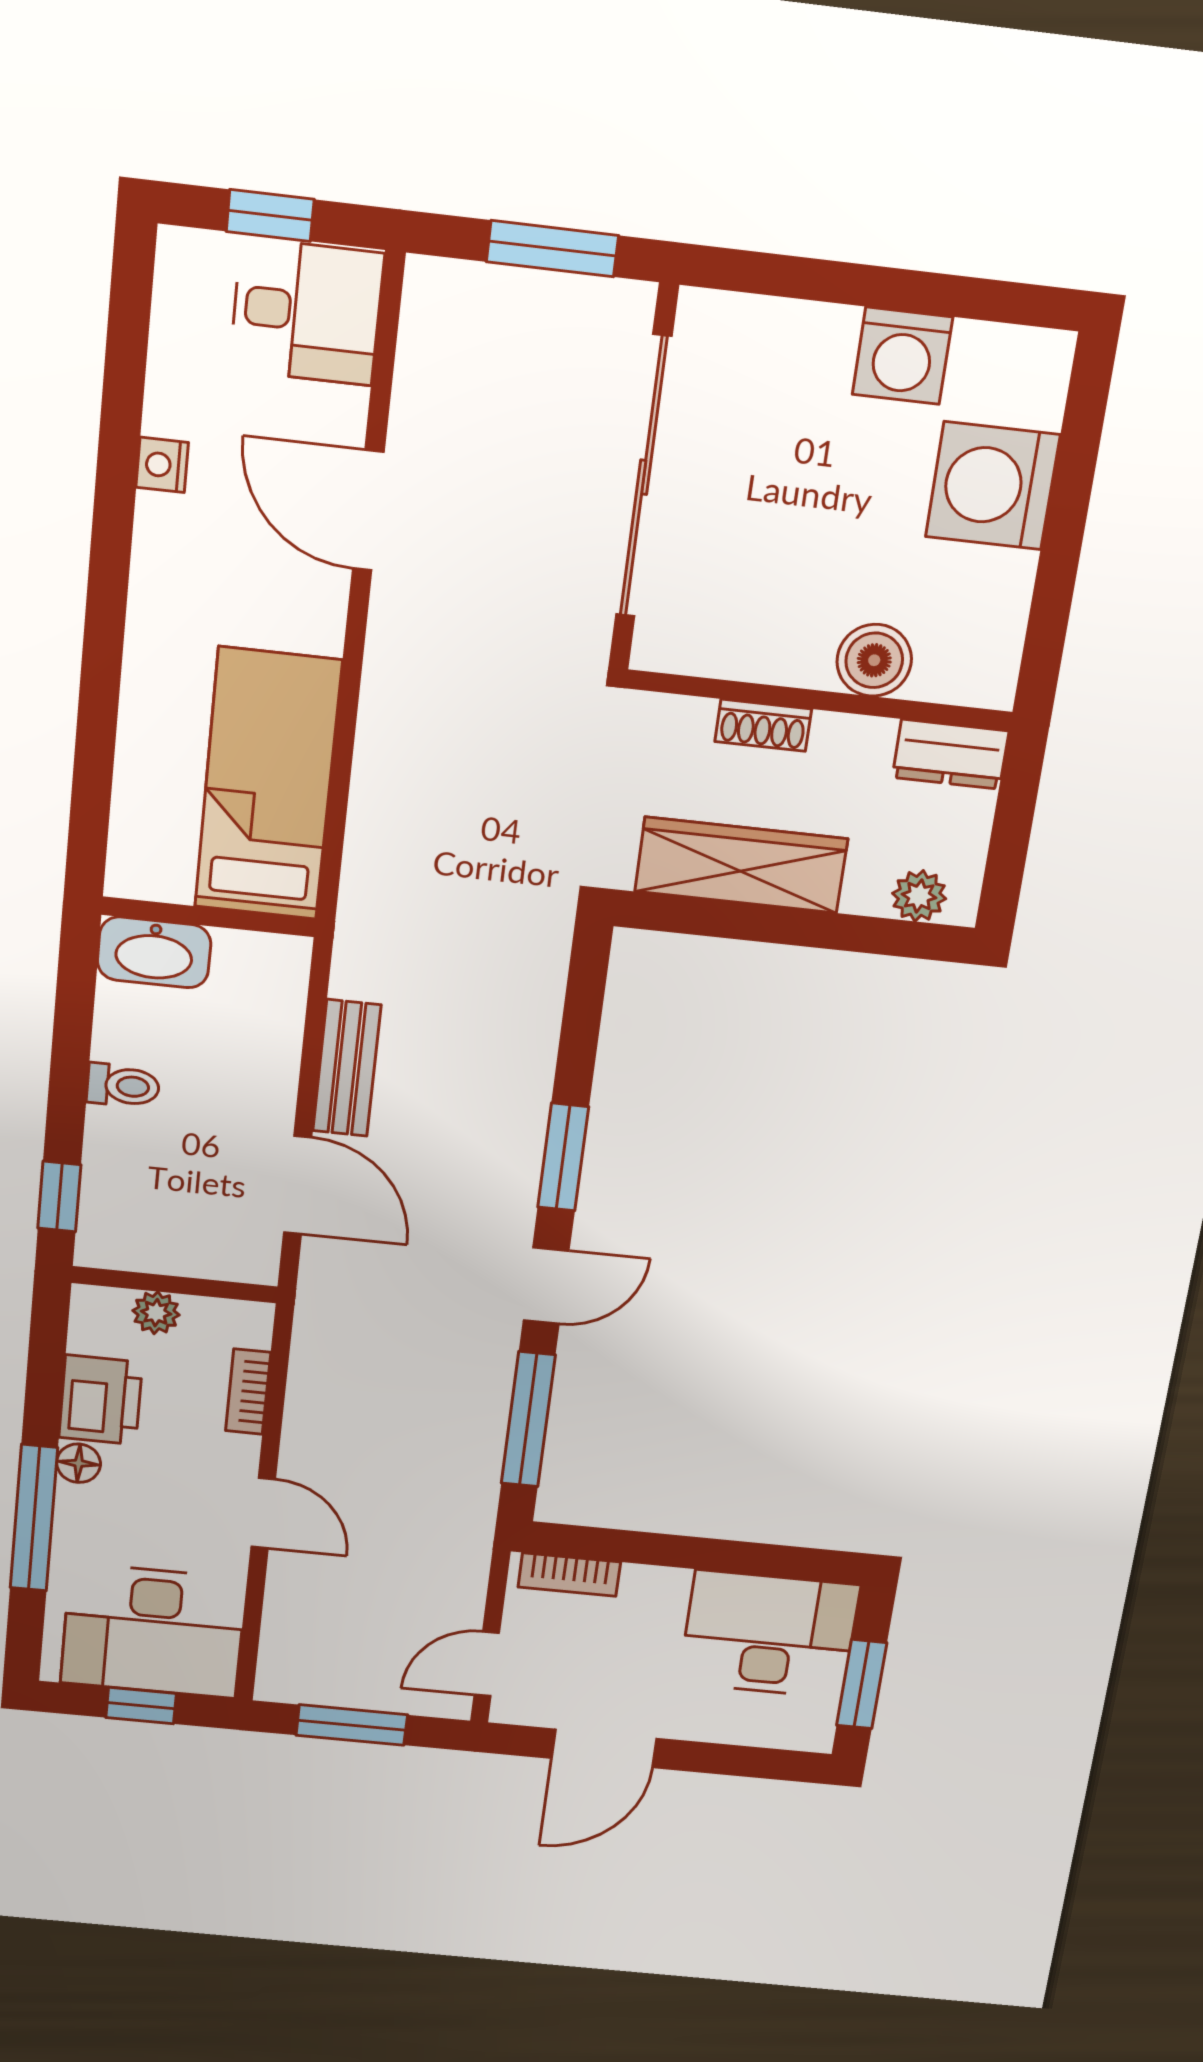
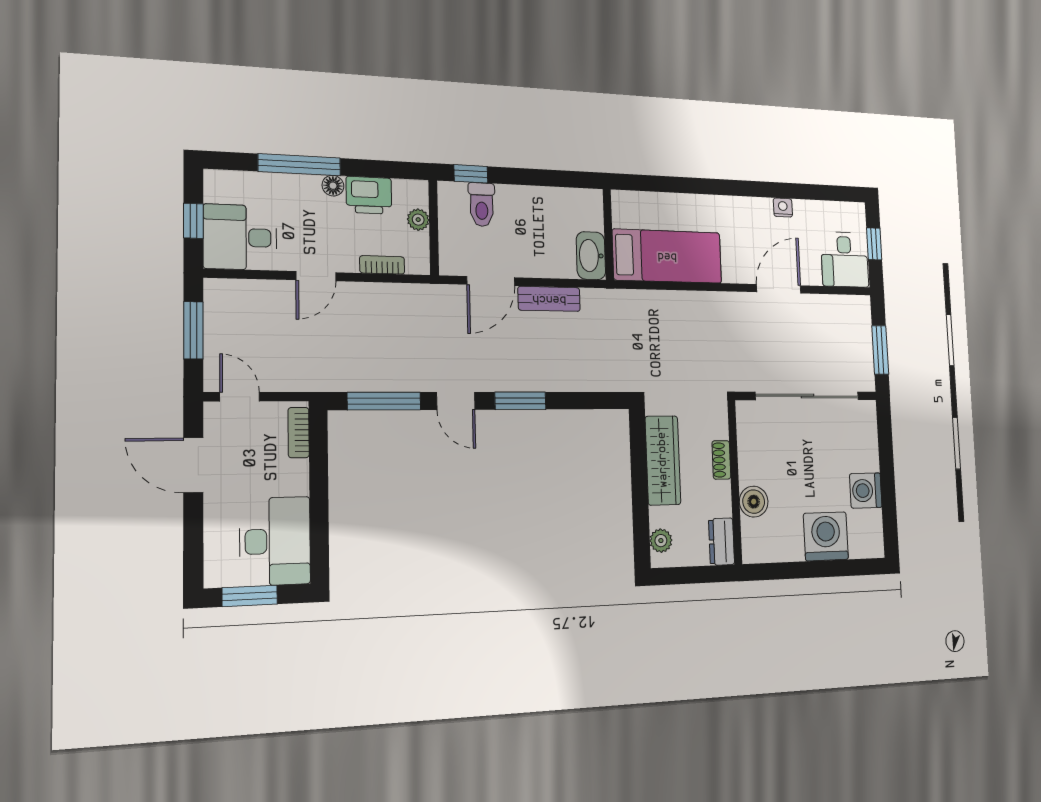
washbasin: (154, 952) -> (591, 256), moved
toilet: (123, 1086) -> (482, 205), moved, width x1.37, depth x1.39
desk: (153, 1631) -> (240, 237), width x0.73

